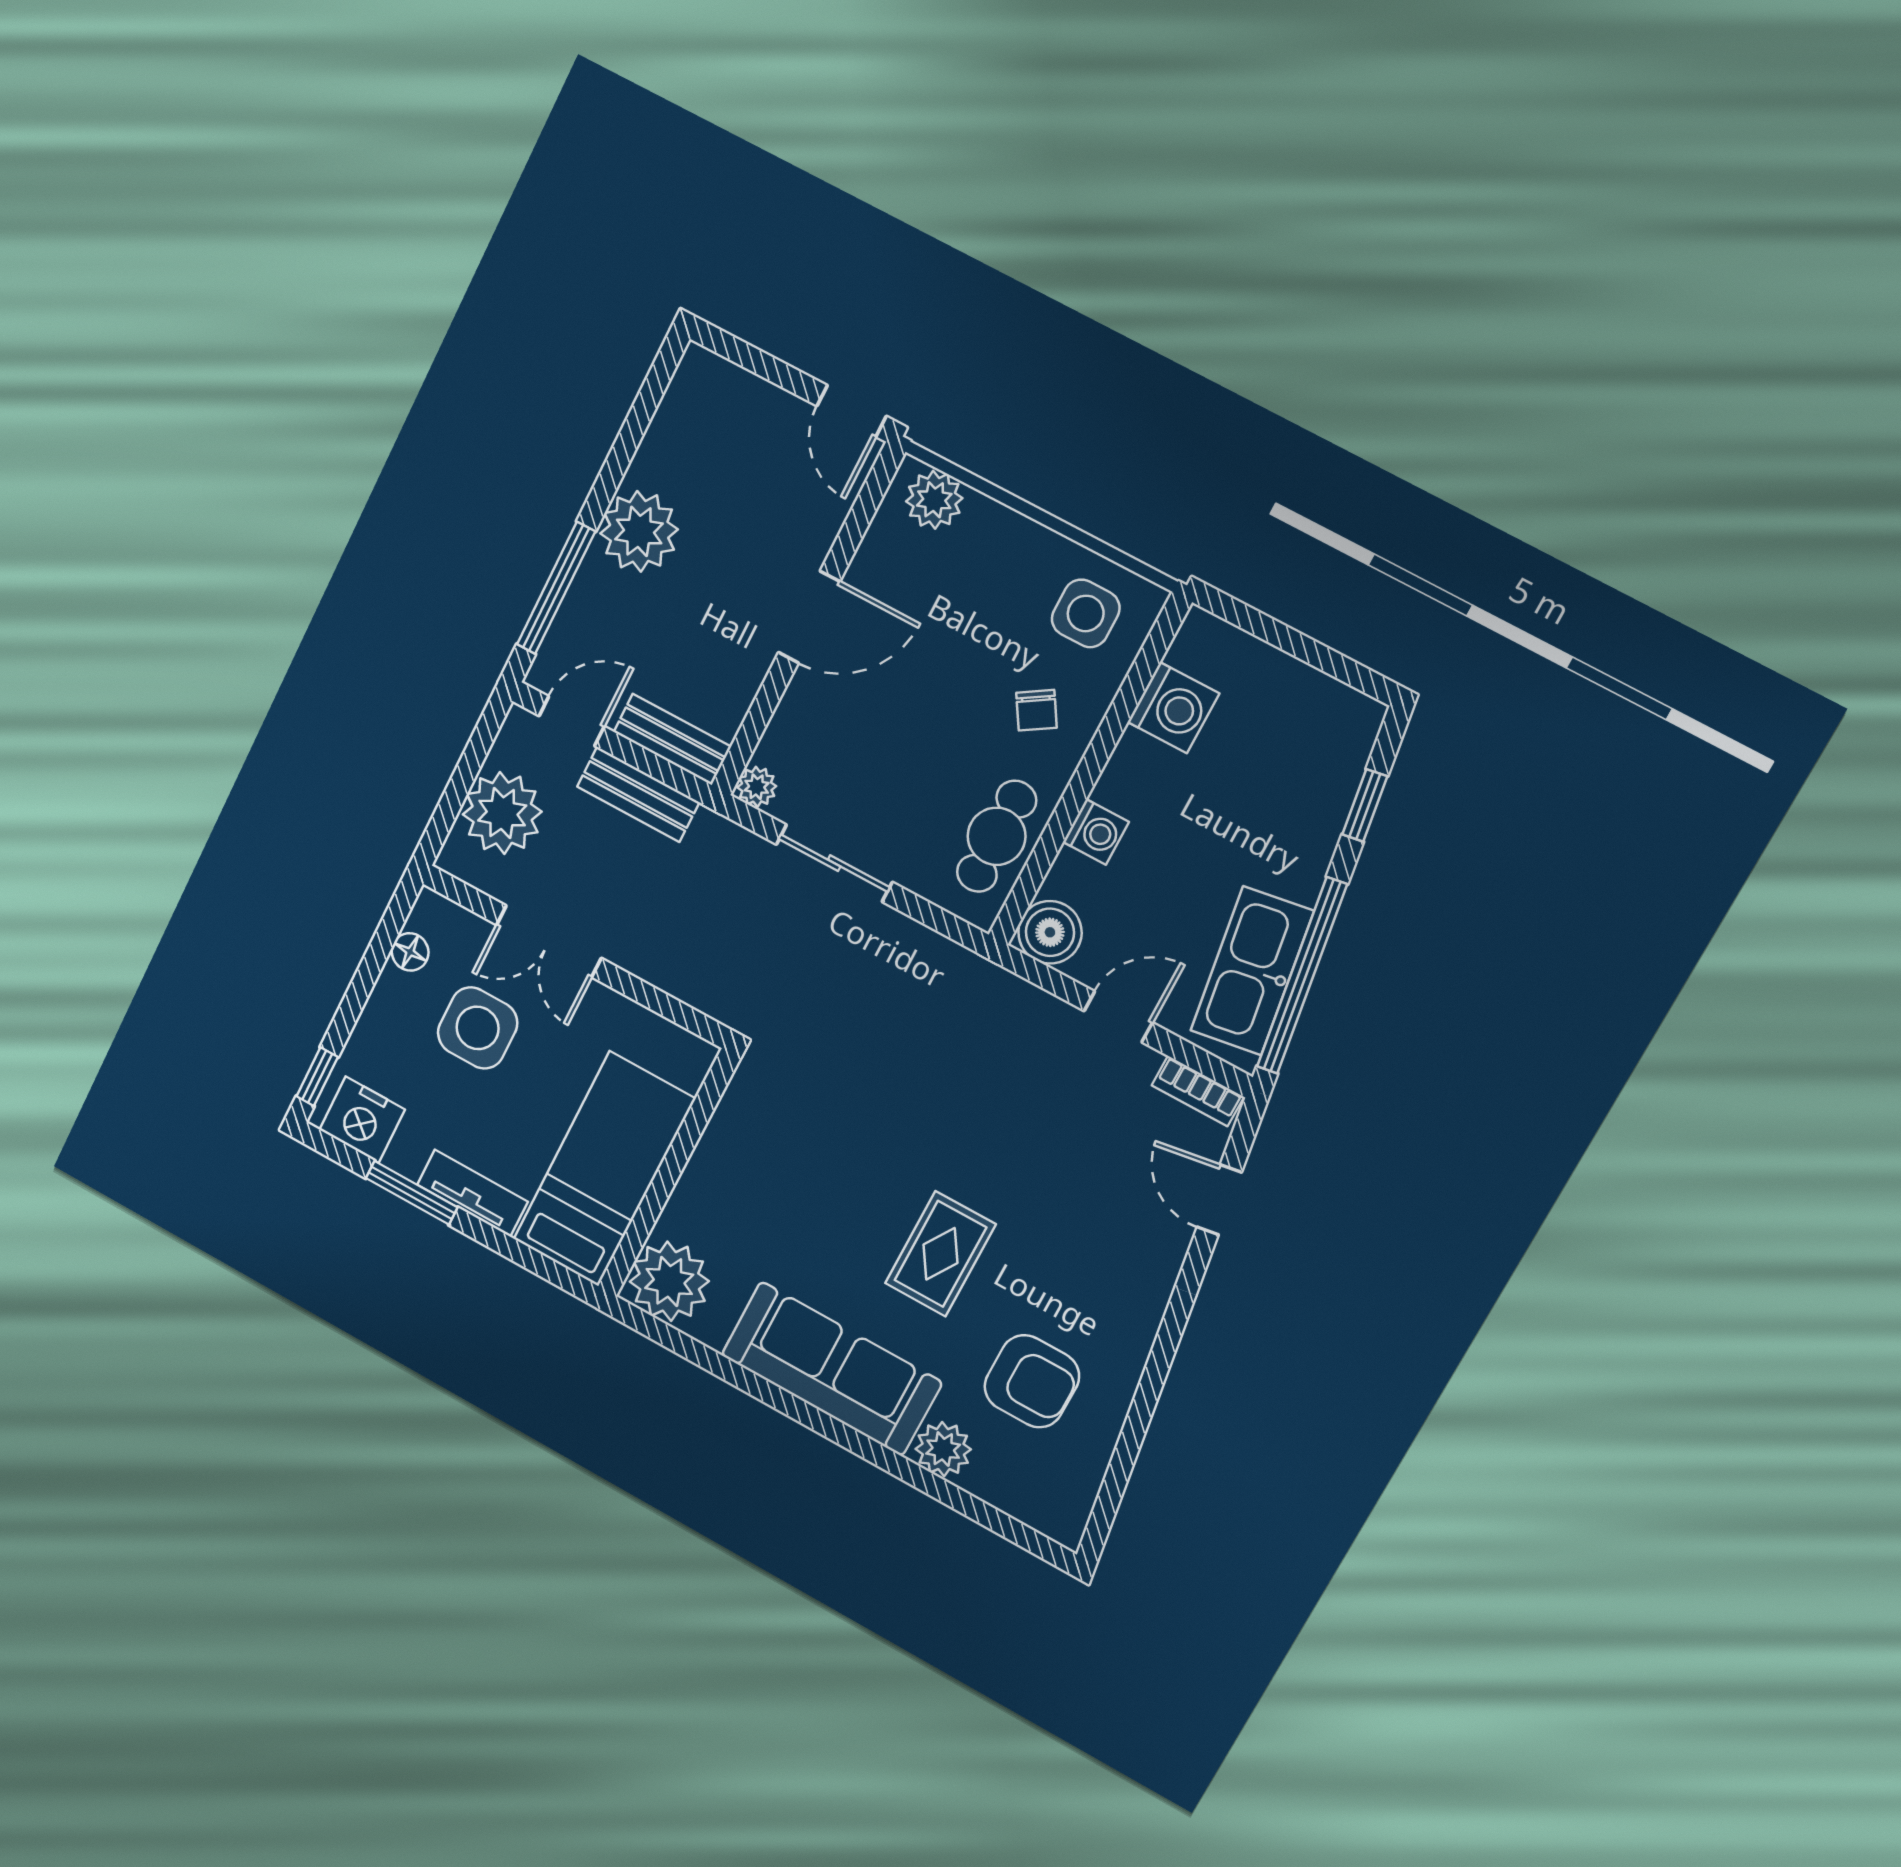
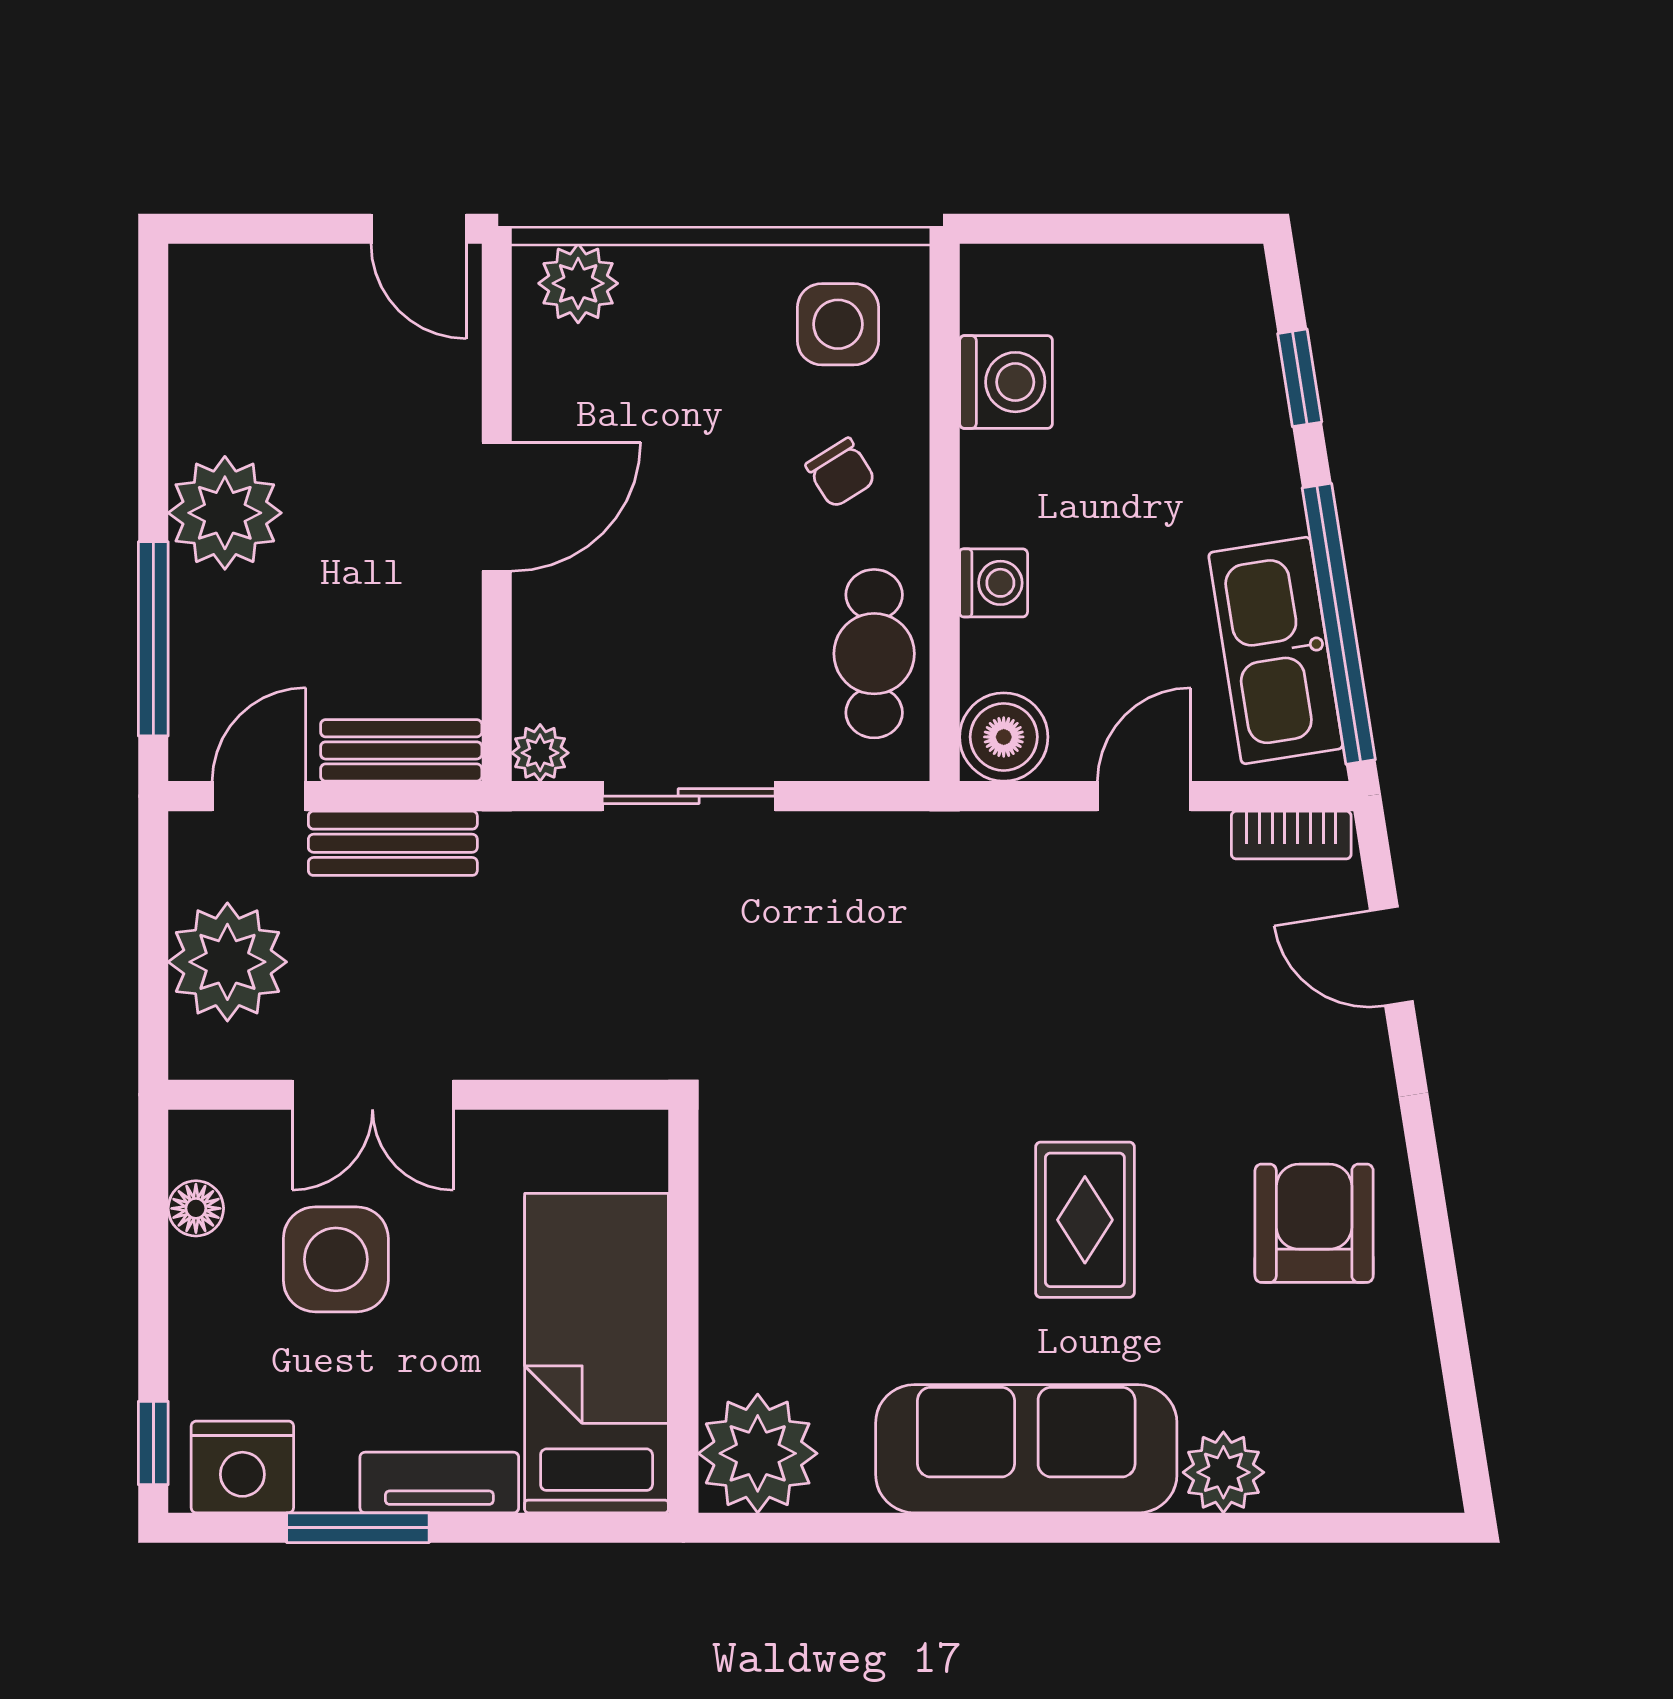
armchair: (1032, 1381) -> (1314, 1223), moved, turned -90

